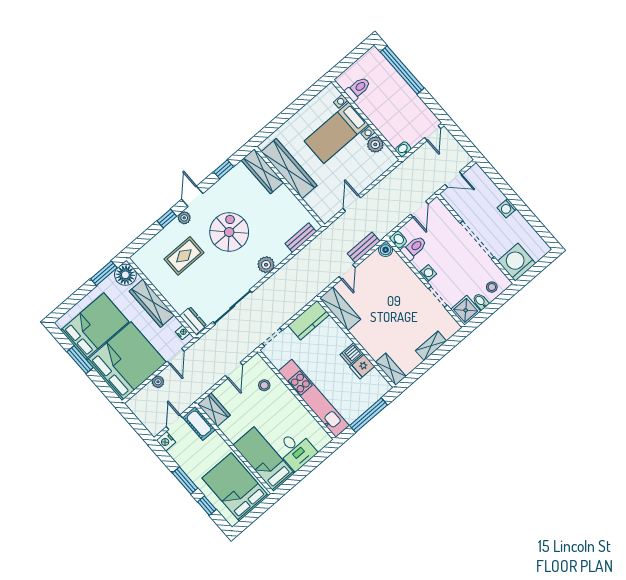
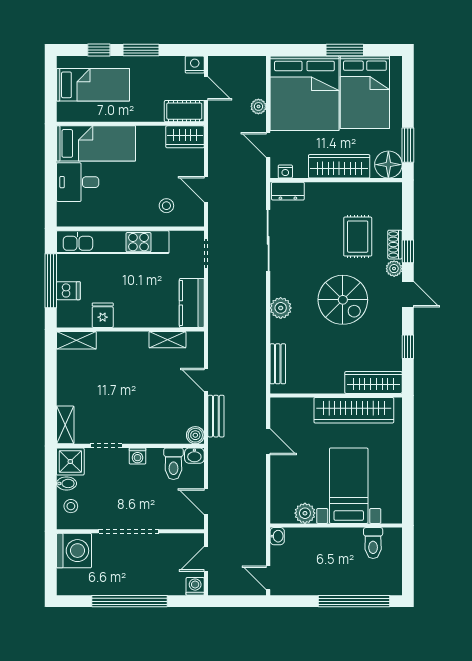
window: (518, 203) -> (130, 601), added
washing machine: (507, 208) -> (195, 586), moved
shoe rack: (169, 230) -> (395, 245), added
shelving: (340, 309) -> (167, 340), width x0.67, depth x0.75
shelving: (431, 346) -> (65, 425), moved
dishwasher: (352, 354) -> (68, 291), moved, turned 90
bed: (235, 487) -> (93, 85), width x0.67

